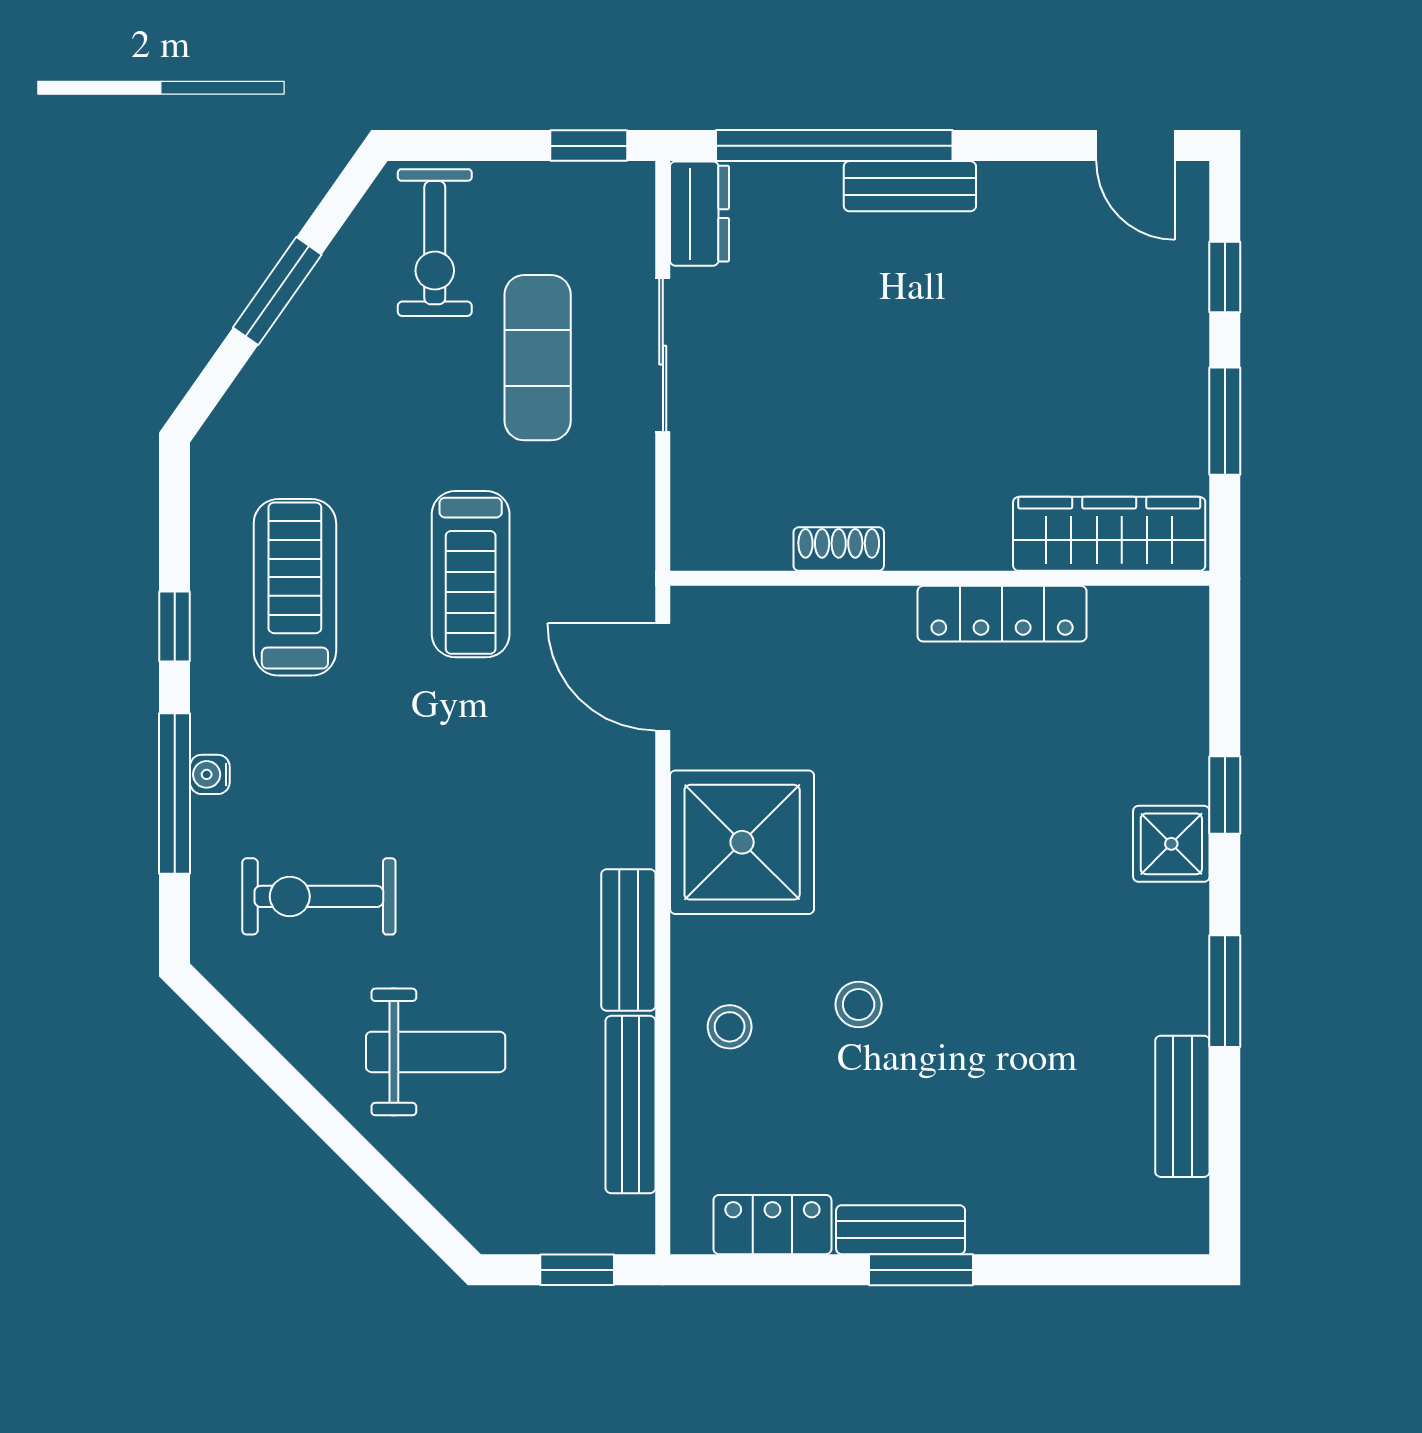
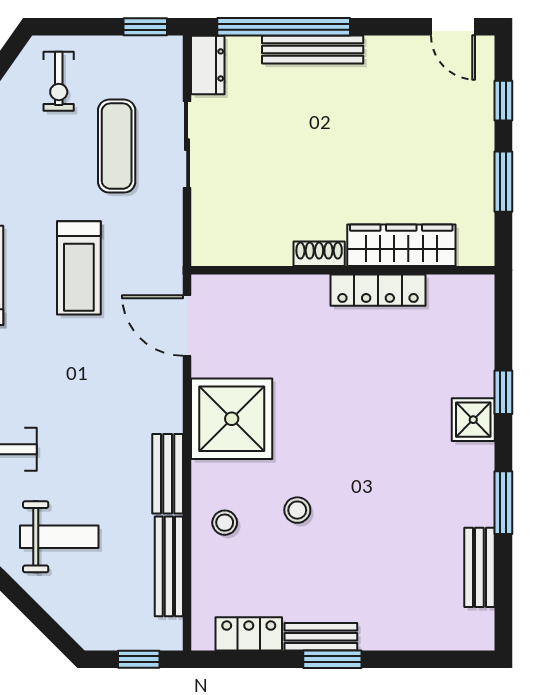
bench: (910, 186) -> (313, 50), width x1.36
exercise bike: (435, 243) -> (59, 81), width x0.73, depth x0.72
wardrobe: (1109, 534) -> (401, 245), moved
shoe rack: (839, 549) -> (319, 254), moved

